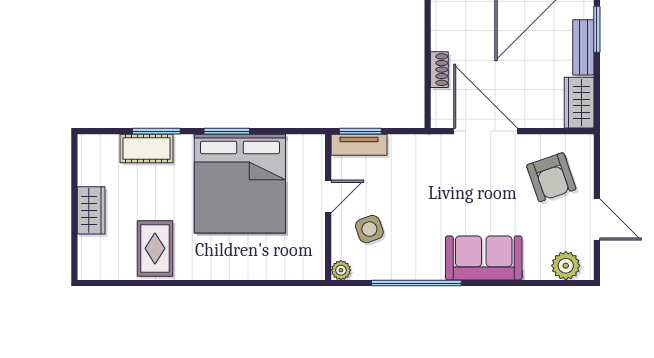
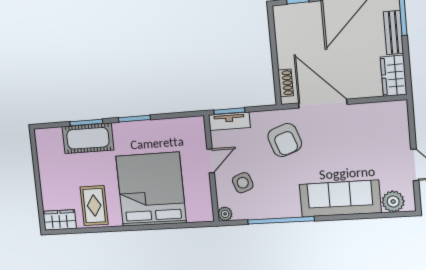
shoe rack: (439, 70) -> (286, 83), moved
cot: (147, 149) -> (88, 138), width x1.37, depth x1.34
armchair: (551, 177) -> (285, 140), moved
bed: (240, 184) -> (151, 189), moved, turned 180
wardrobe: (91, 210) -> (60, 220), moved, turned -90
sofa: (484, 258) -> (340, 199), width x1.36

